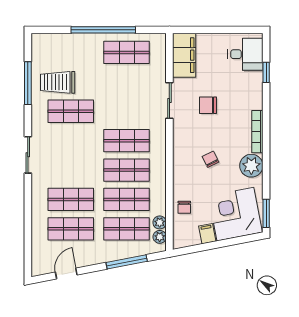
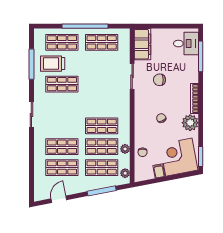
window: (266, 72) -> (201, 56), width x2.17
shop shelf: (127, 141) -> (62, 42), moved
plant: (160, 222) -> (125, 149), moved

